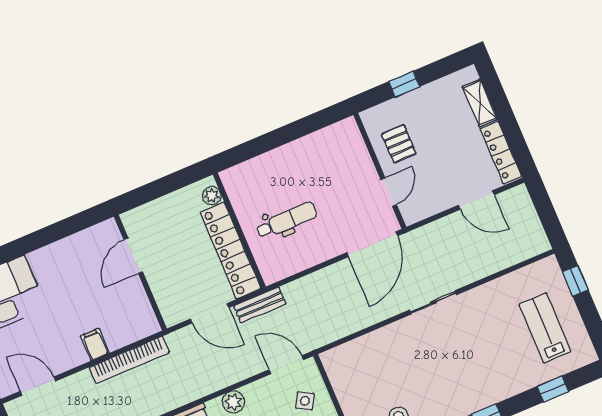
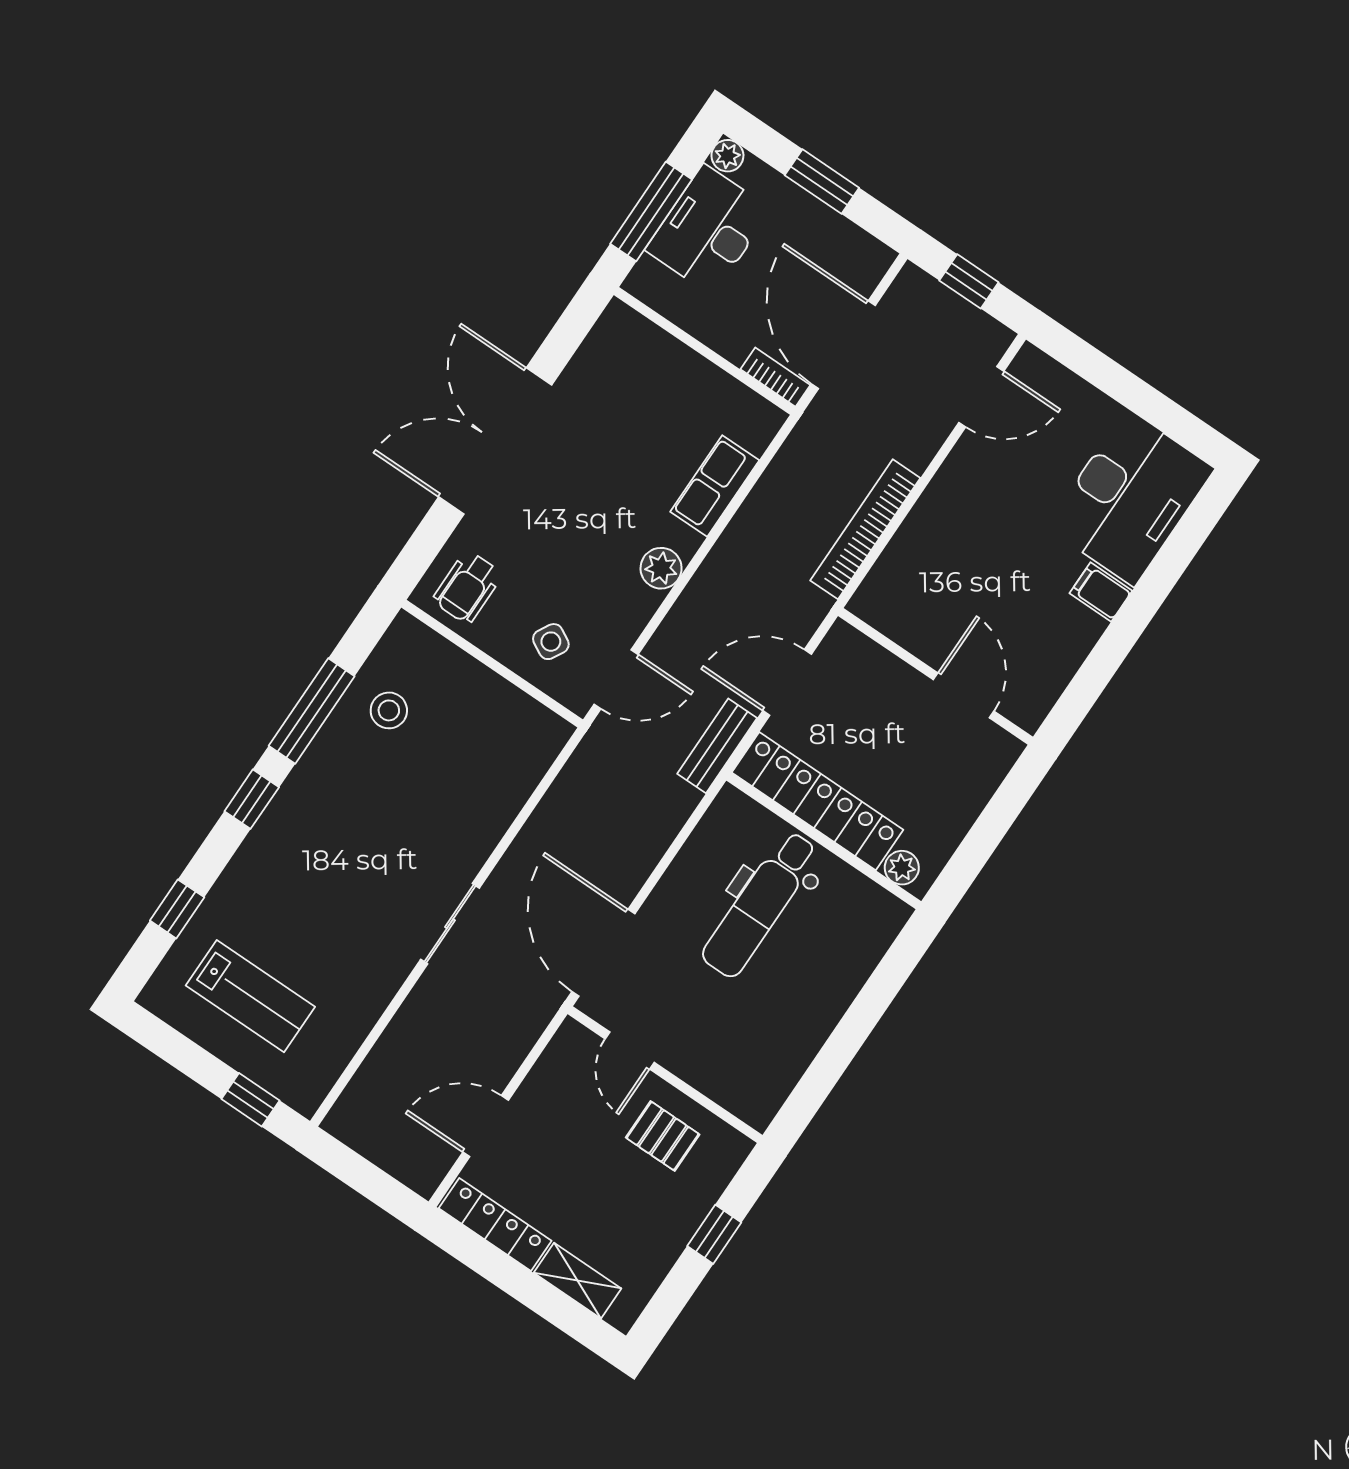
dental chair: (287, 220) -> (760, 904), width x1.36, depth x1.38
filing cabinet: (95, 344) -> (1101, 592), moved, turned 180

